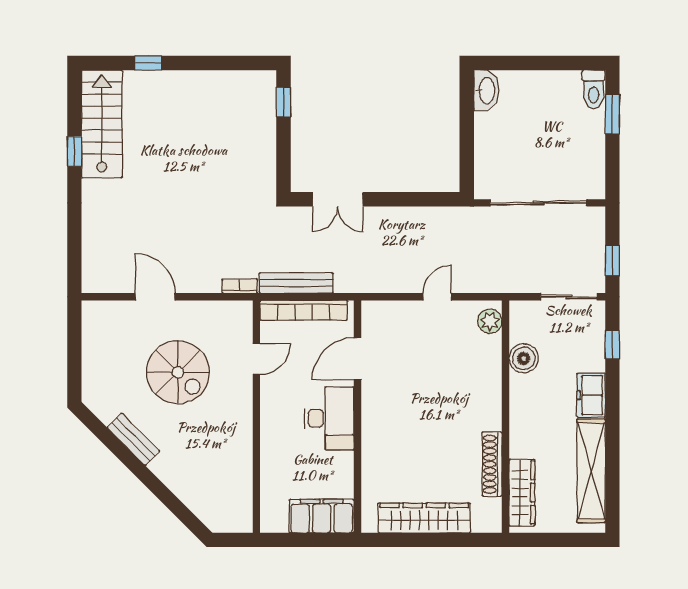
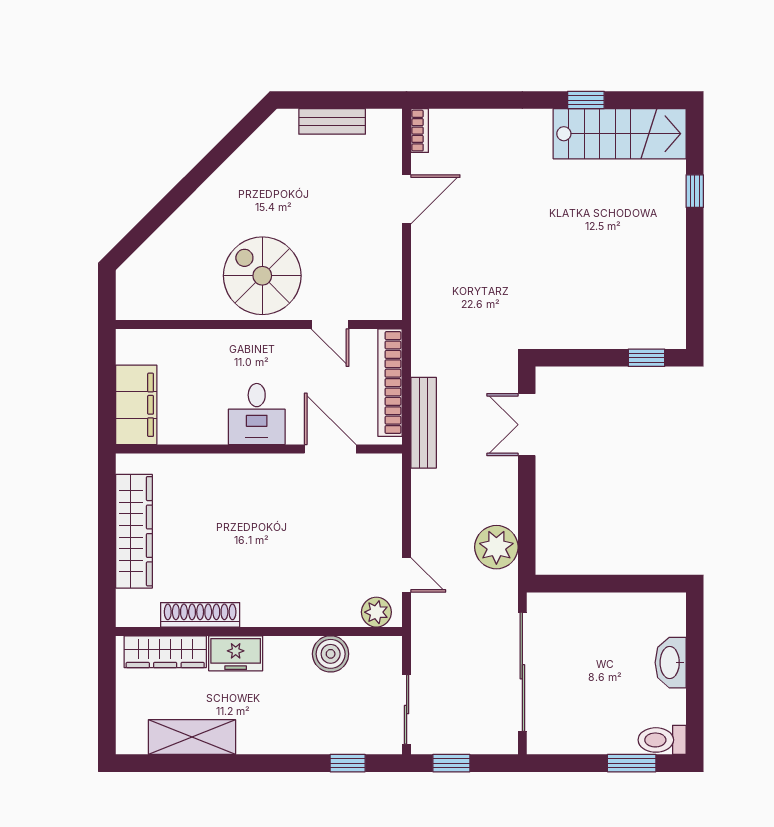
washbasin: (486, 91) -> (671, 663), moved, turned 90
plant: (437, 224) -> (496, 547), added
bench: (296, 283) -> (424, 423), moved
bookcase: (240, 286) -> (420, 131), moved
door: (437, 297) -> (407, 575), moved
spiral stairs: (178, 372) -> (262, 276), moved, turned 90
freezer: (591, 395) -> (236, 653), moved, turned 180
desk: (329, 418) -> (257, 414), width x0.73
bench: (133, 439) -> (332, 121), moved, turned 45
shelving: (591, 471) -> (192, 737), width x0.68

